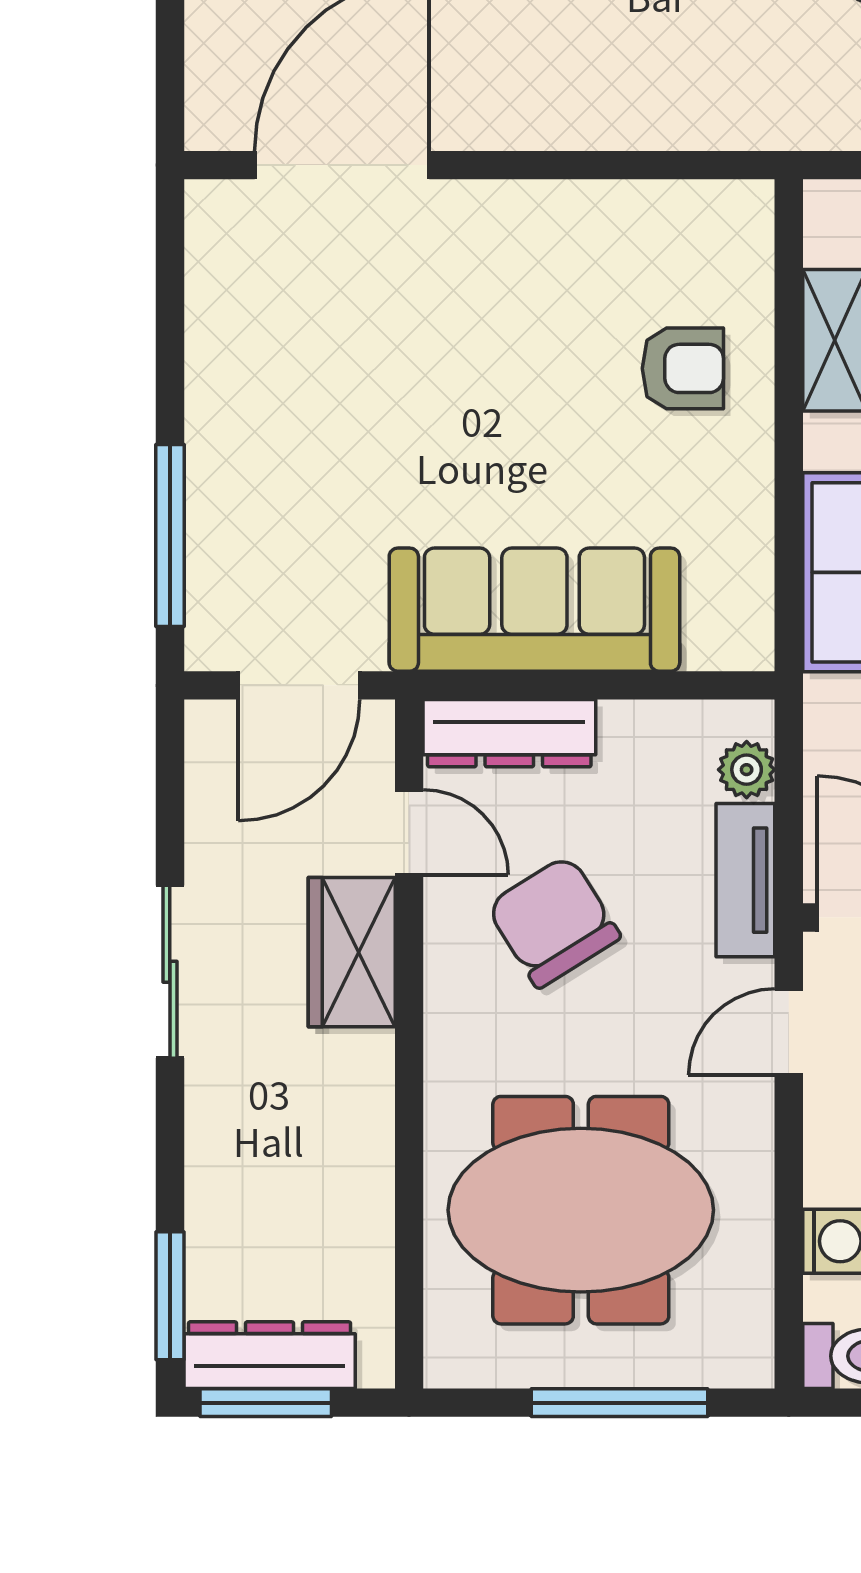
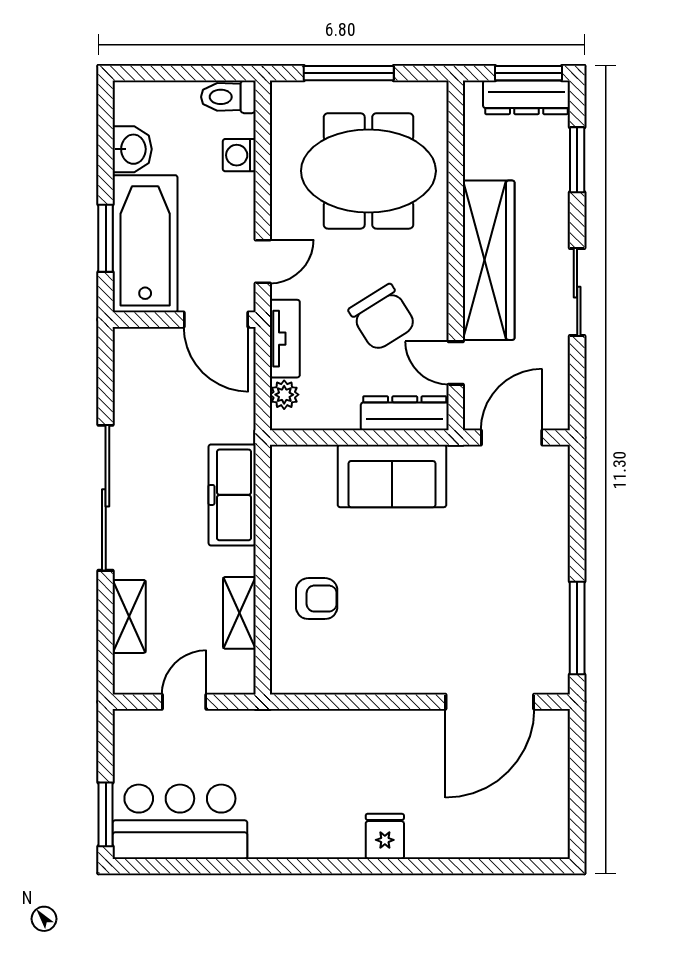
armchair: (683, 368) -> (317, 599), turned 180
window: (170, 536) -> (577, 628), moved
sofa: (534, 610) -> (392, 476), width x0.73
wardrobe: (352, 952) -> (489, 260), width x2.10, depth x1.17
window: (170, 1296) -> (577, 160), moved

